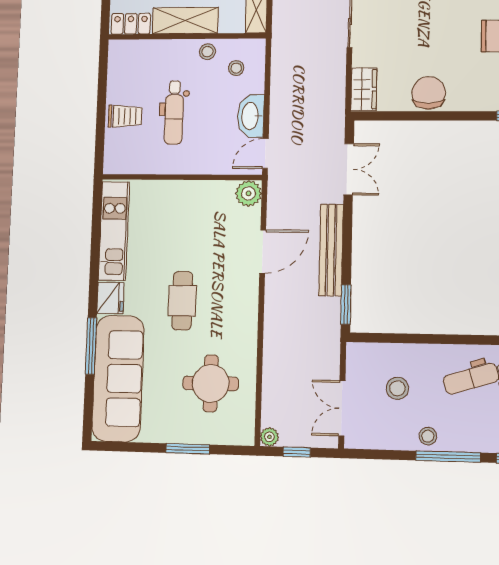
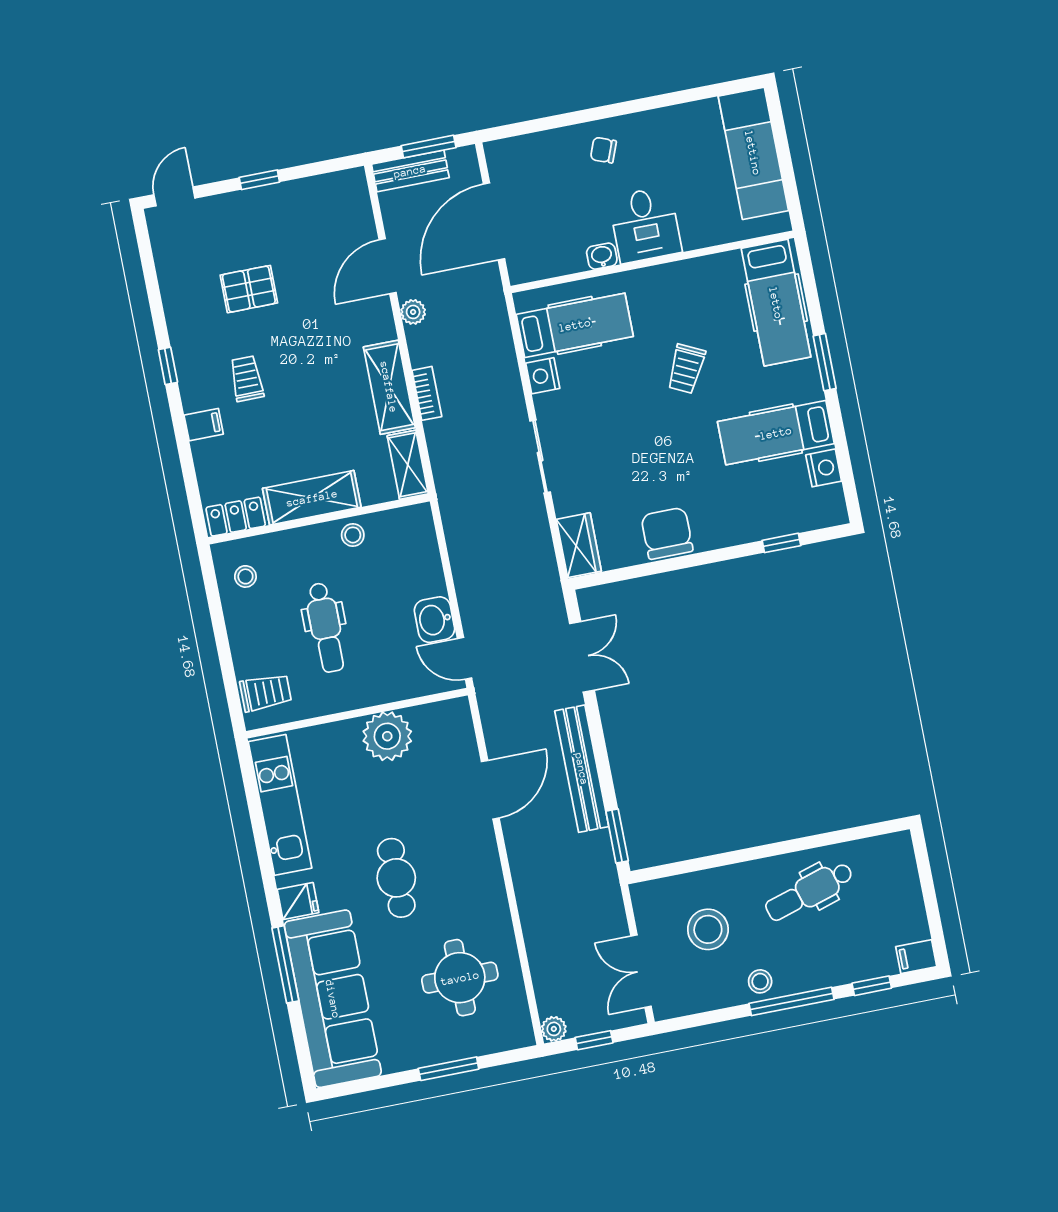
stool: (236, 68) -> (245, 576), moved
trolley: (125, 116) -> (266, 693), moved
washbasin: (251, 116) -> (434, 620), width x0.72
door: (265, 154) -> (465, 658), hinge flipped
plant: (249, 193) -> (387, 736), moved, width x1.36, depth x1.36
fridge: (110, 298) -> (298, 901), width x0.72
stool: (397, 388) -> (708, 929), width x1.38, depth x1.38

